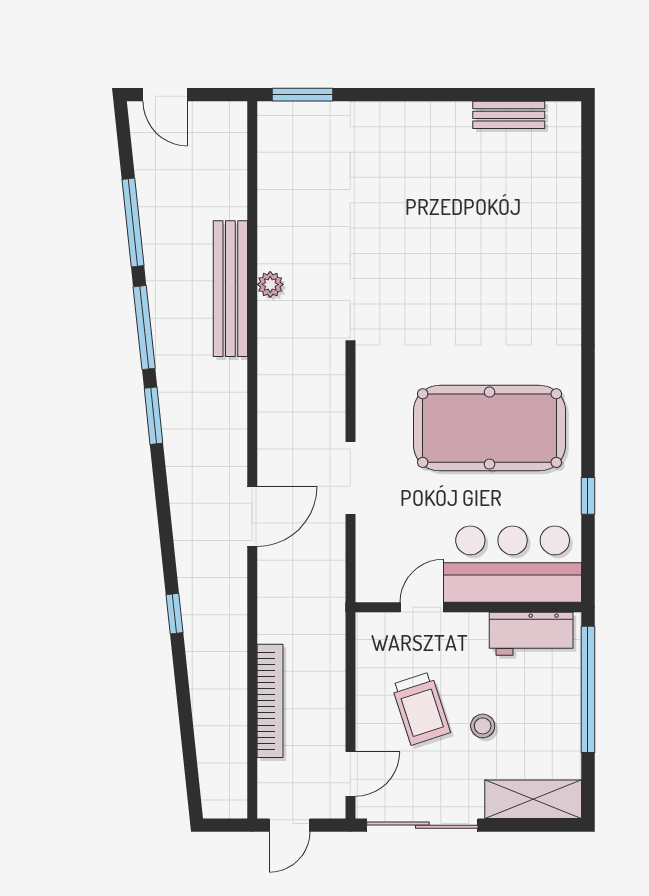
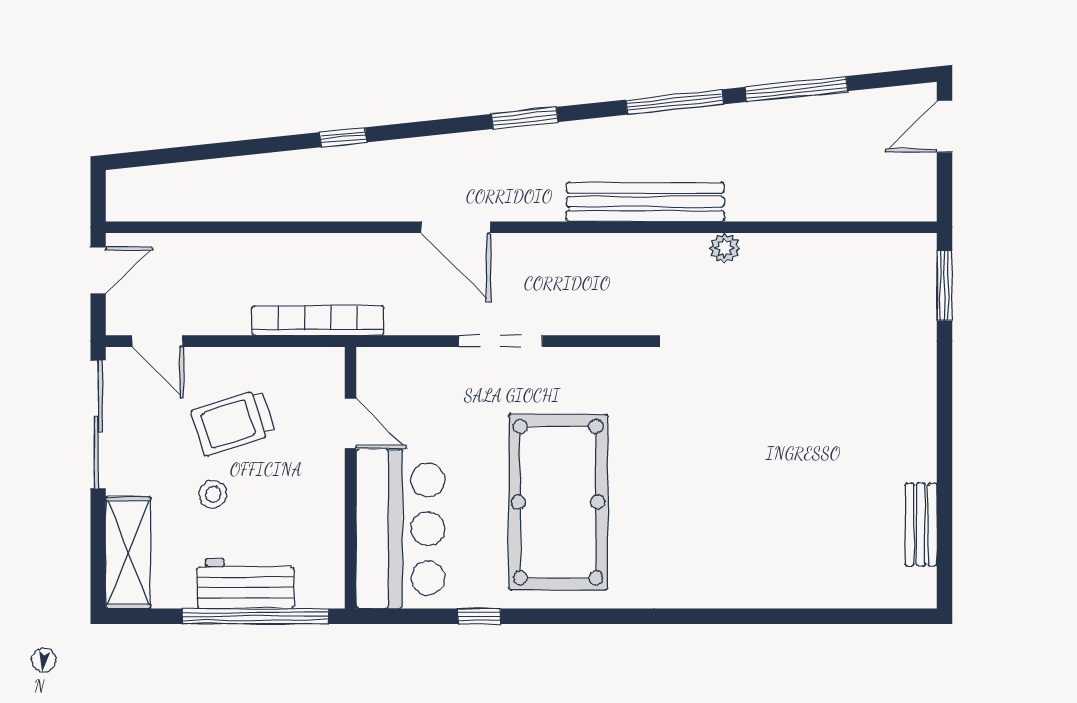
bench: (230, 289) -> (645, 202), moved
window: (153, 416) -> (525, 118), moved
workbench: (531, 634) -> (245, 584), moved, turned 90
bookcase: (270, 701) -> (318, 320), moved, turned 180
door: (289, 825) -> (98, 270), swing flipped

